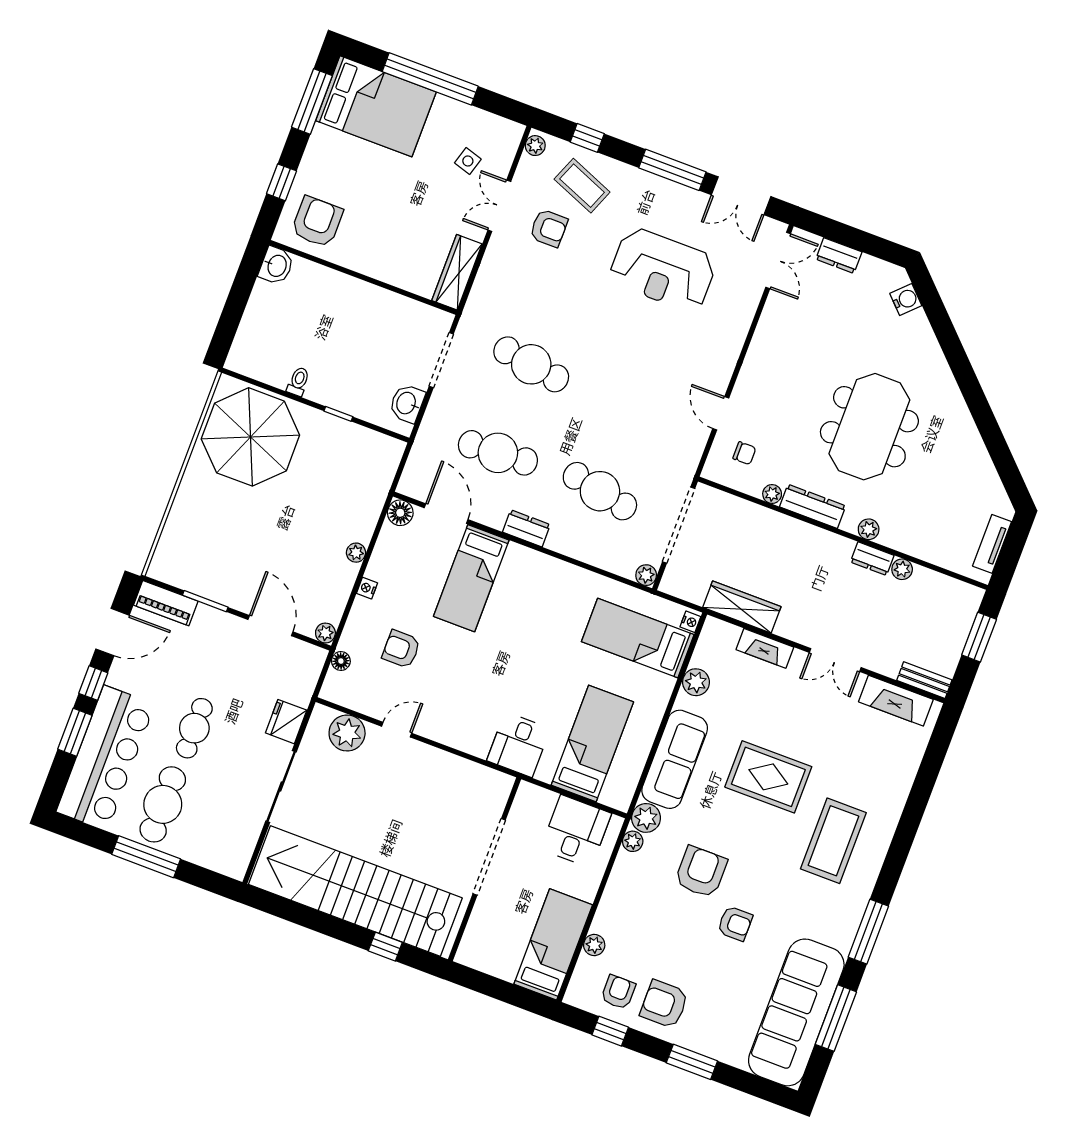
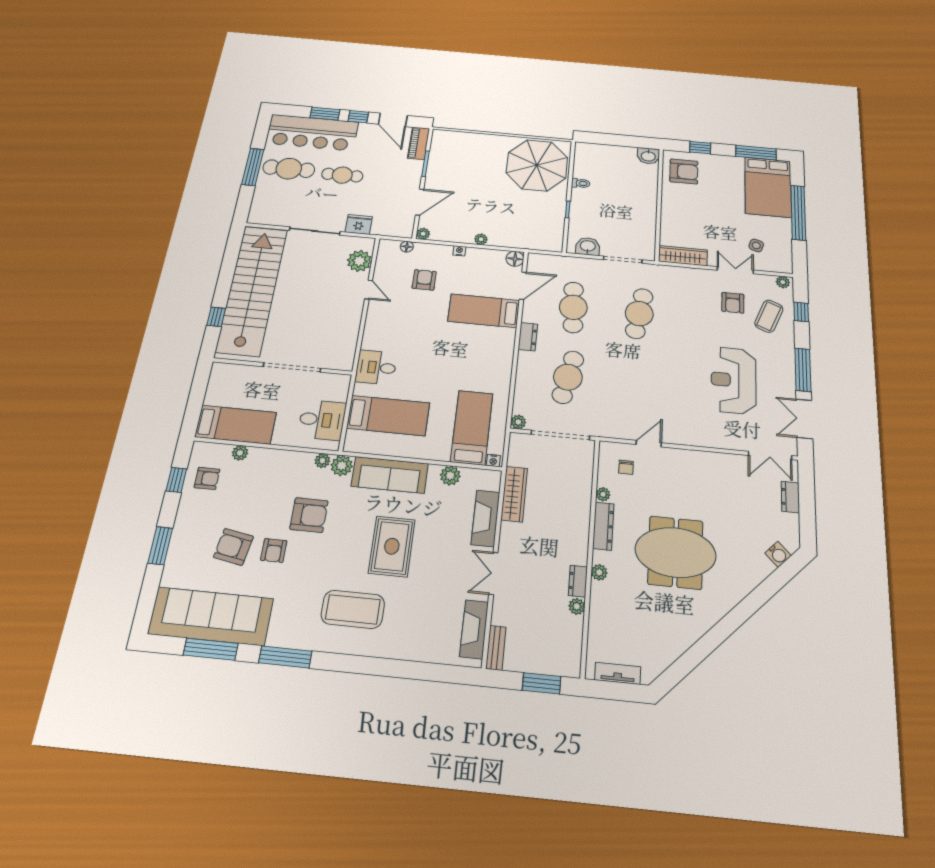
fireplace: (765, 648) -> (485, 518), width x1.37, depth x1.32
armchair: (664, 1004) -> (233, 547), moved, turned -80

